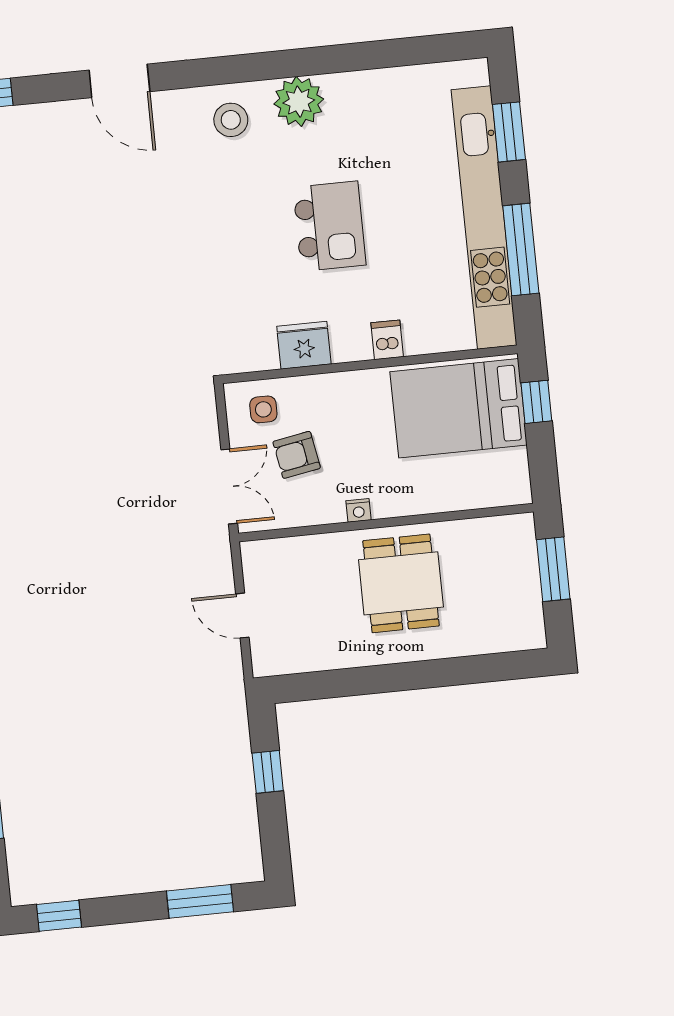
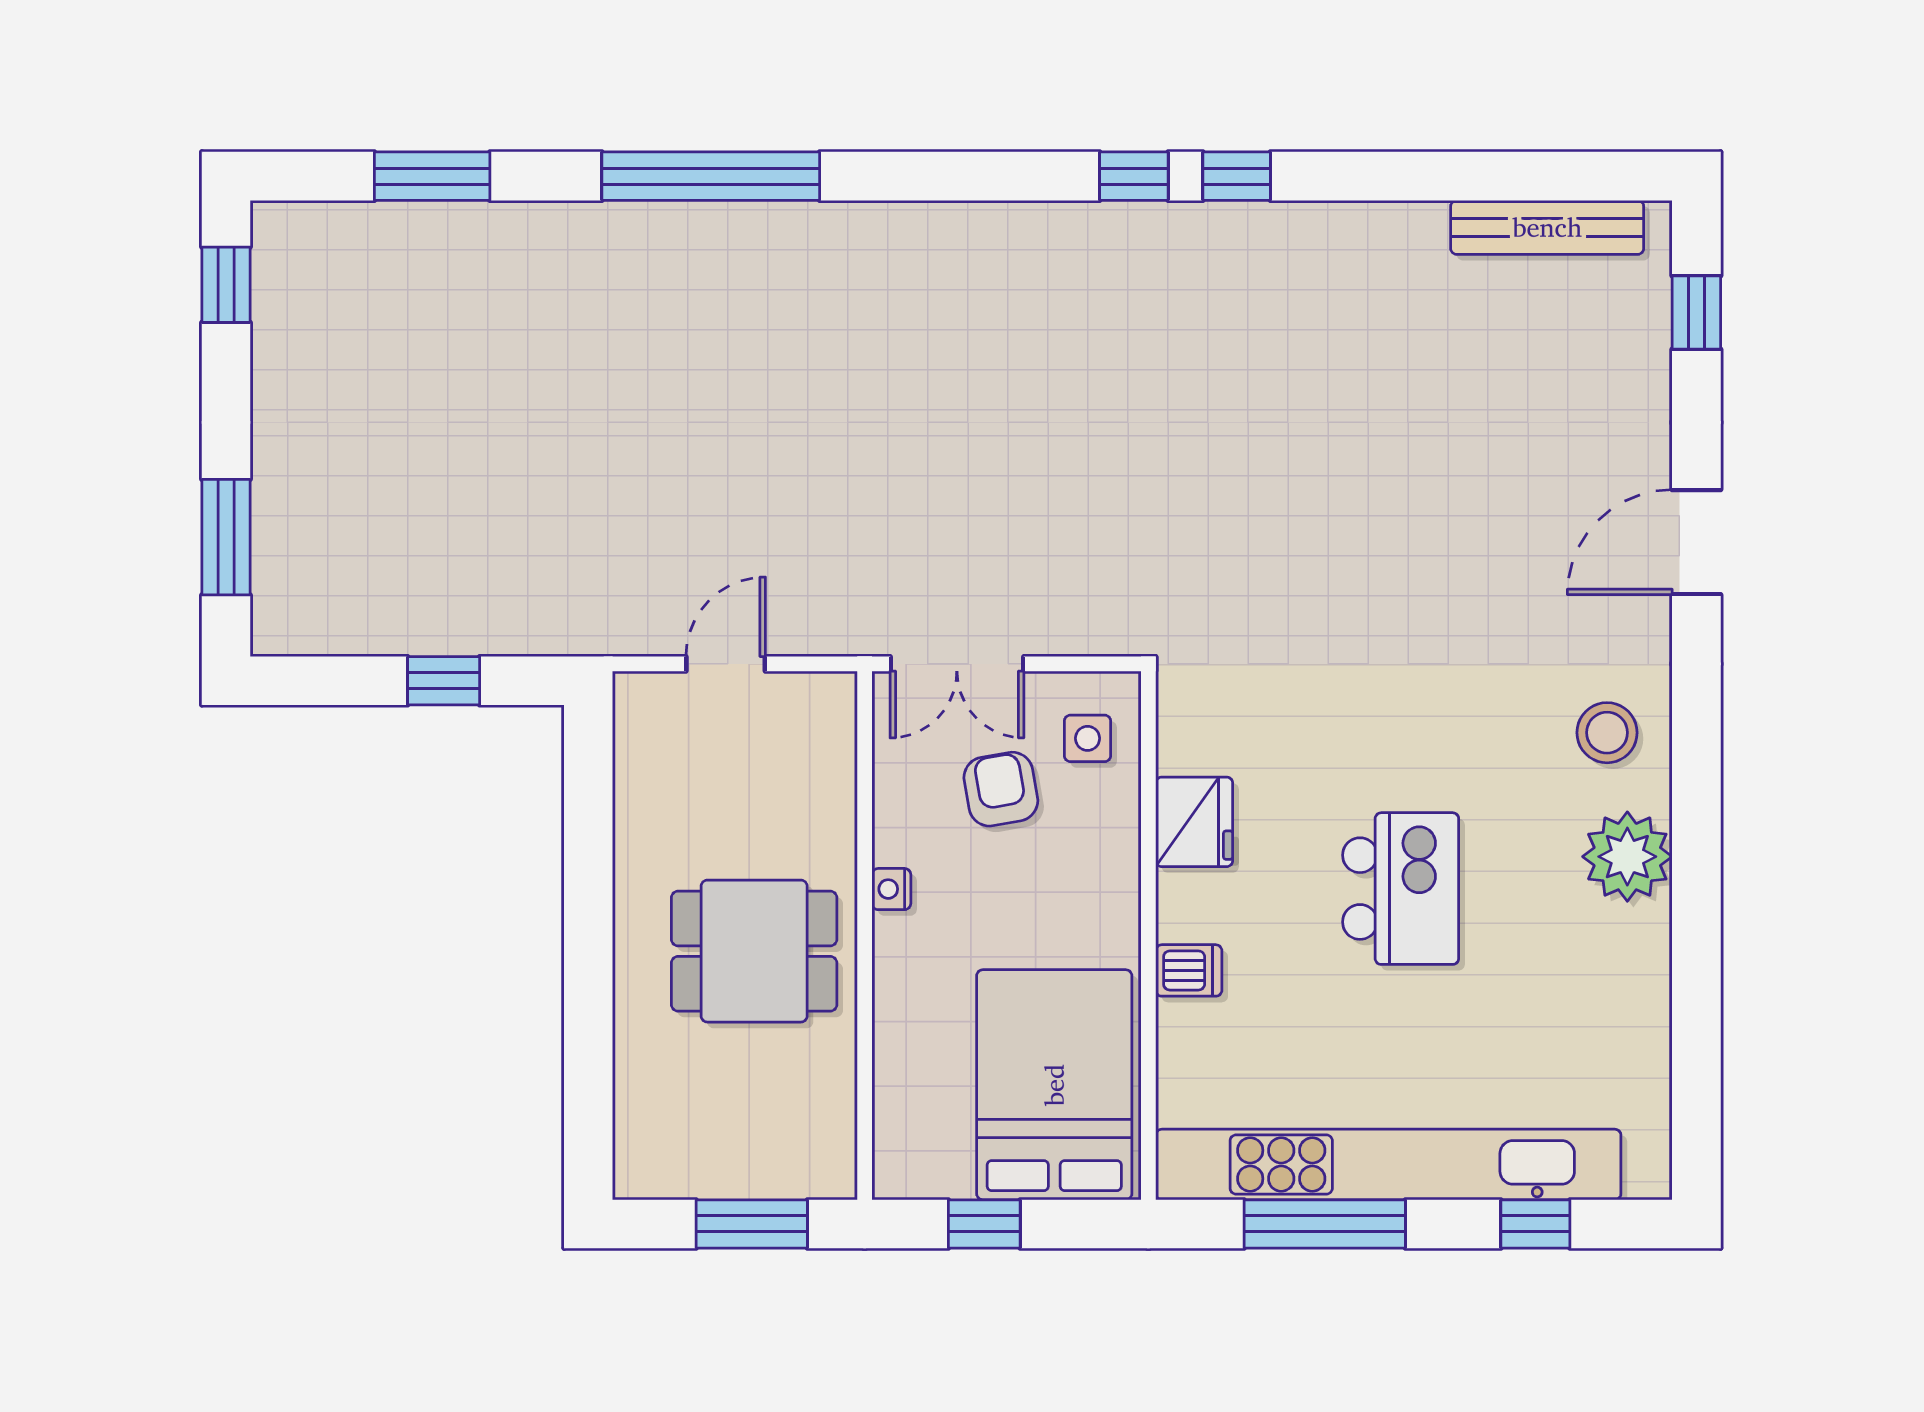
window: (509, 132) -> (1535, 1224), width x0.67
kitchen island: (329, 226) -> (1401, 889), turned -90
window: (536, 402) -> (984, 1224), moved

